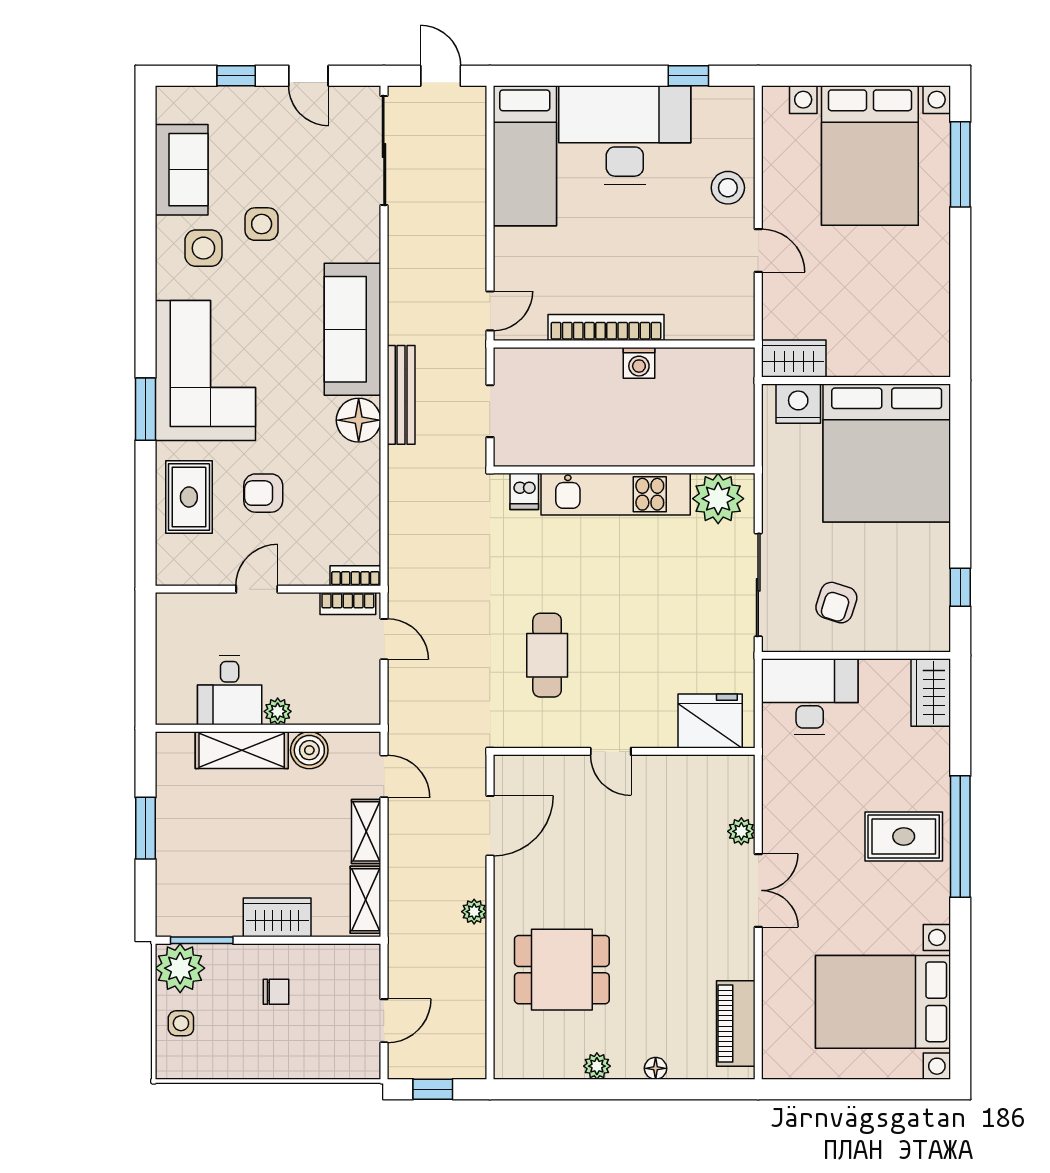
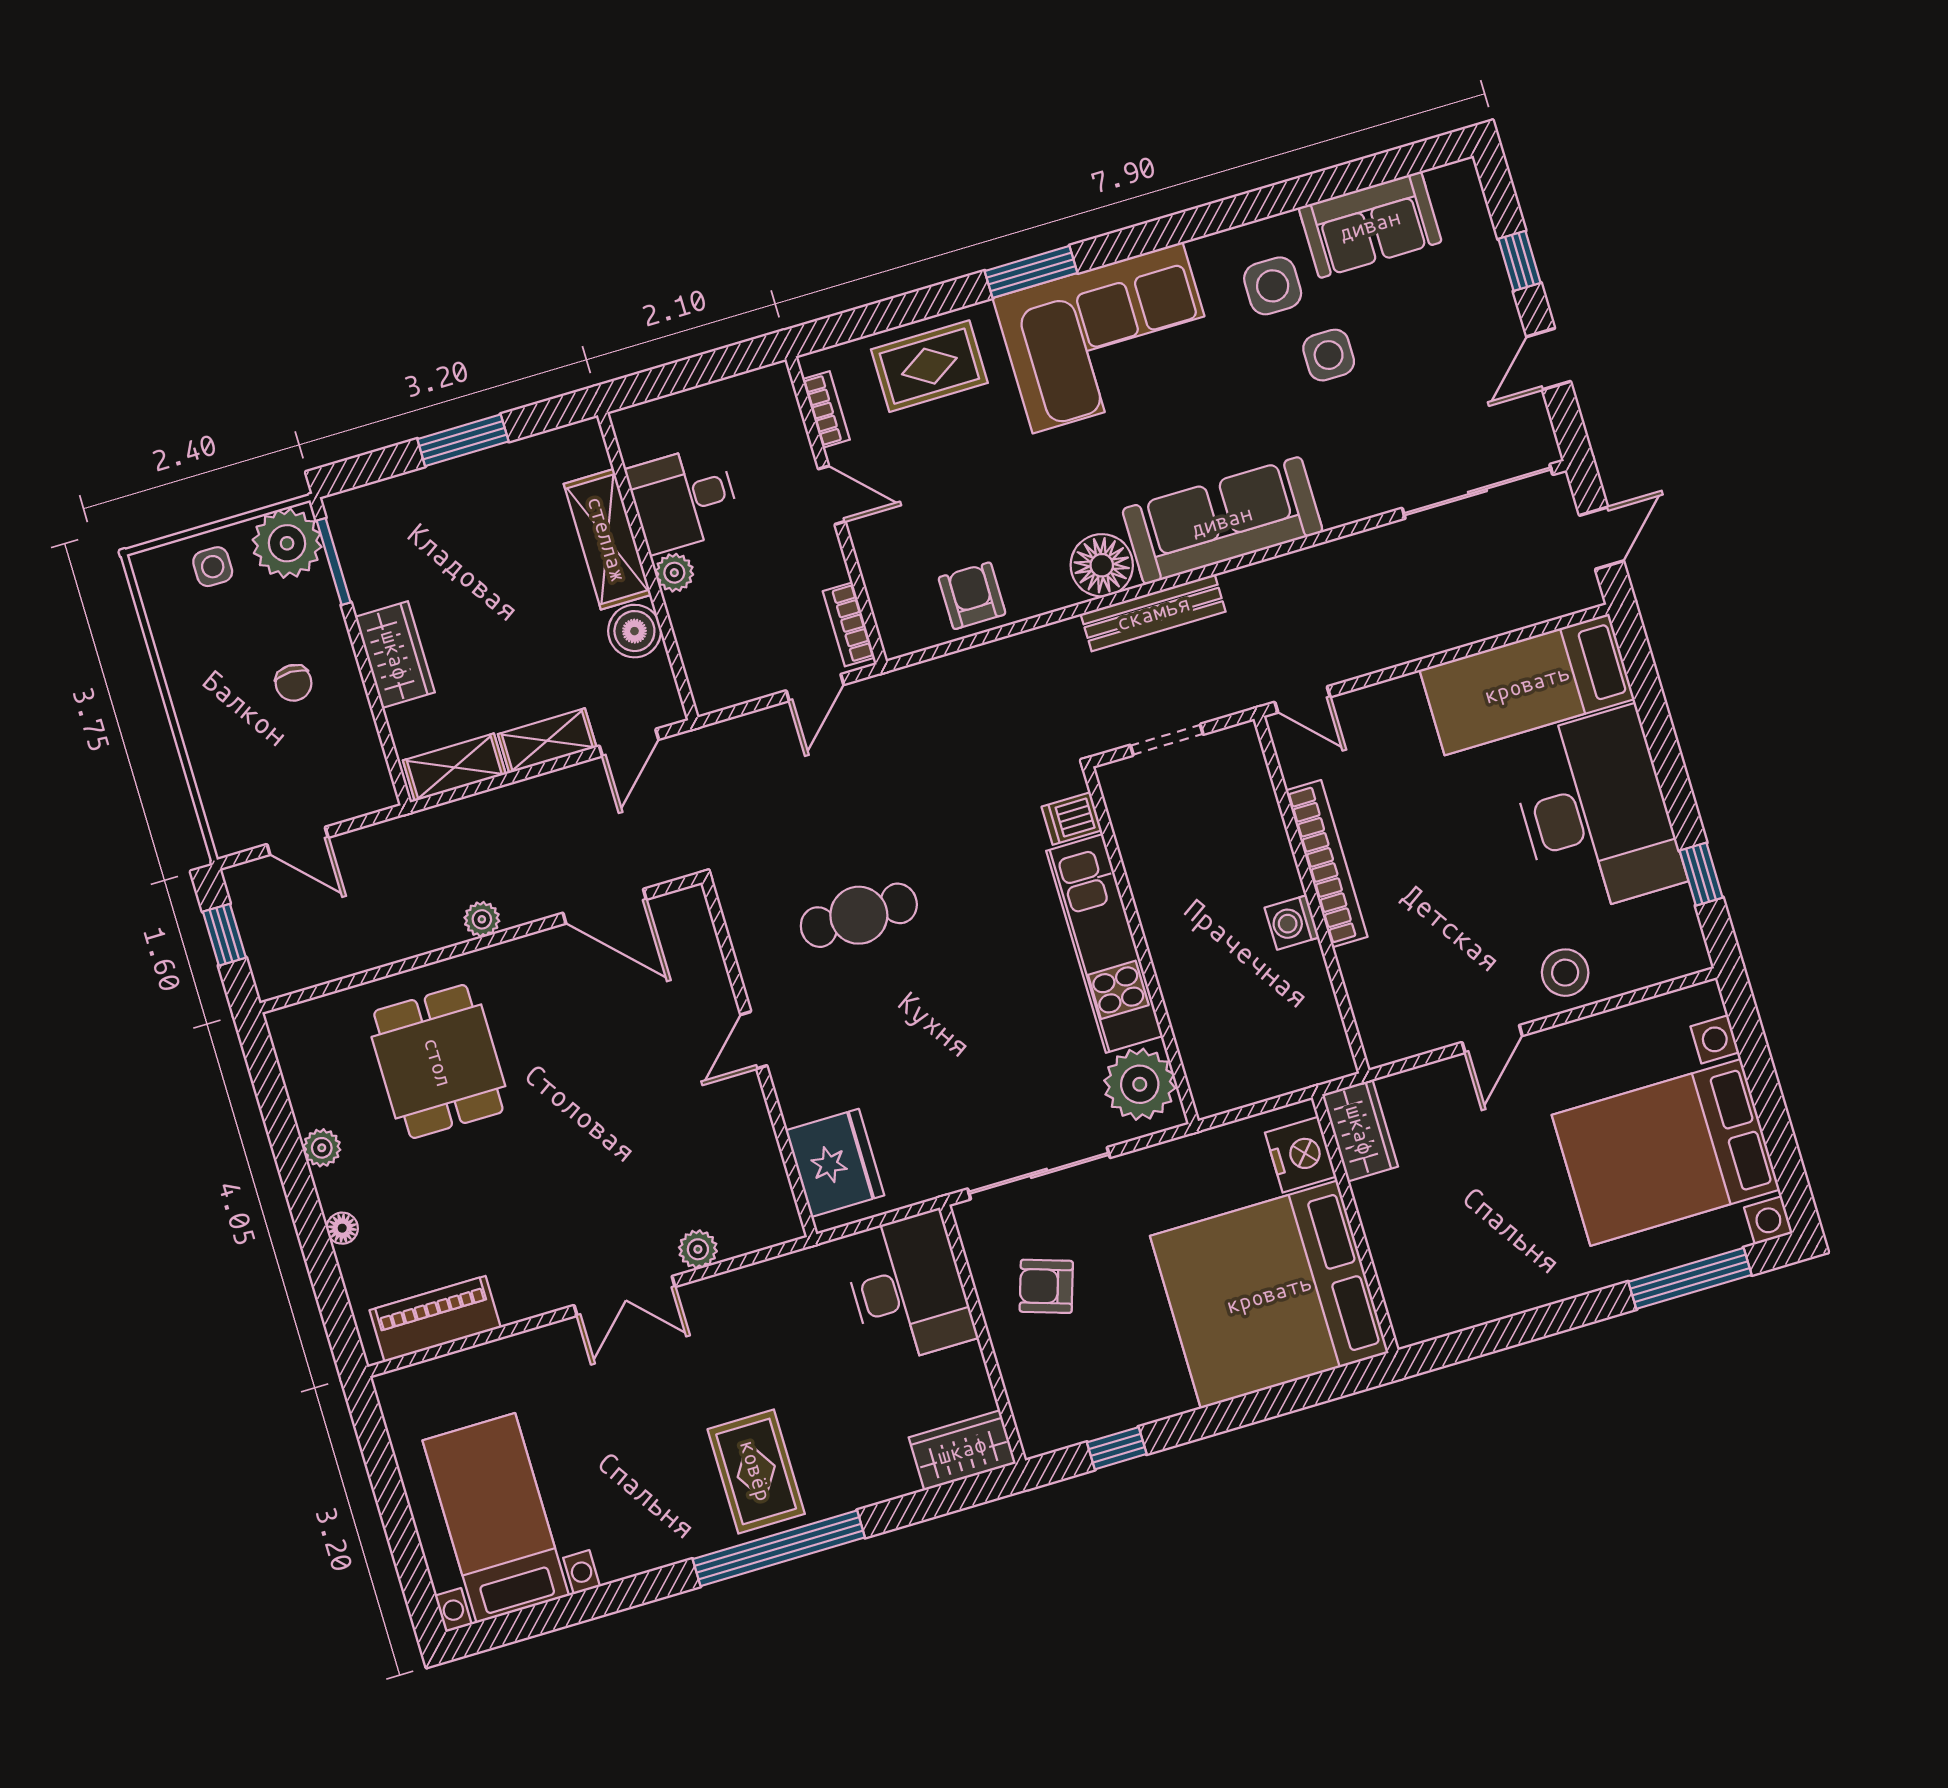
armchair: (263, 493) -> (972, 596), moved
bookcase: (355, 576) -> (826, 409), moved
bed with nightstands: (883, 1002) -> (496, 1518), width x0.73

